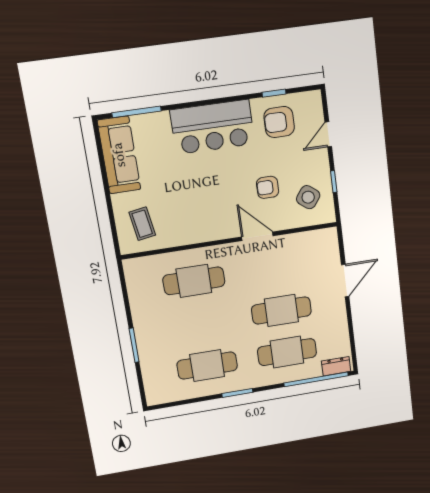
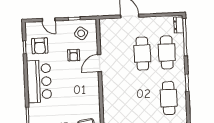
cafe table: (194, 281) -> (120, 100), removed

